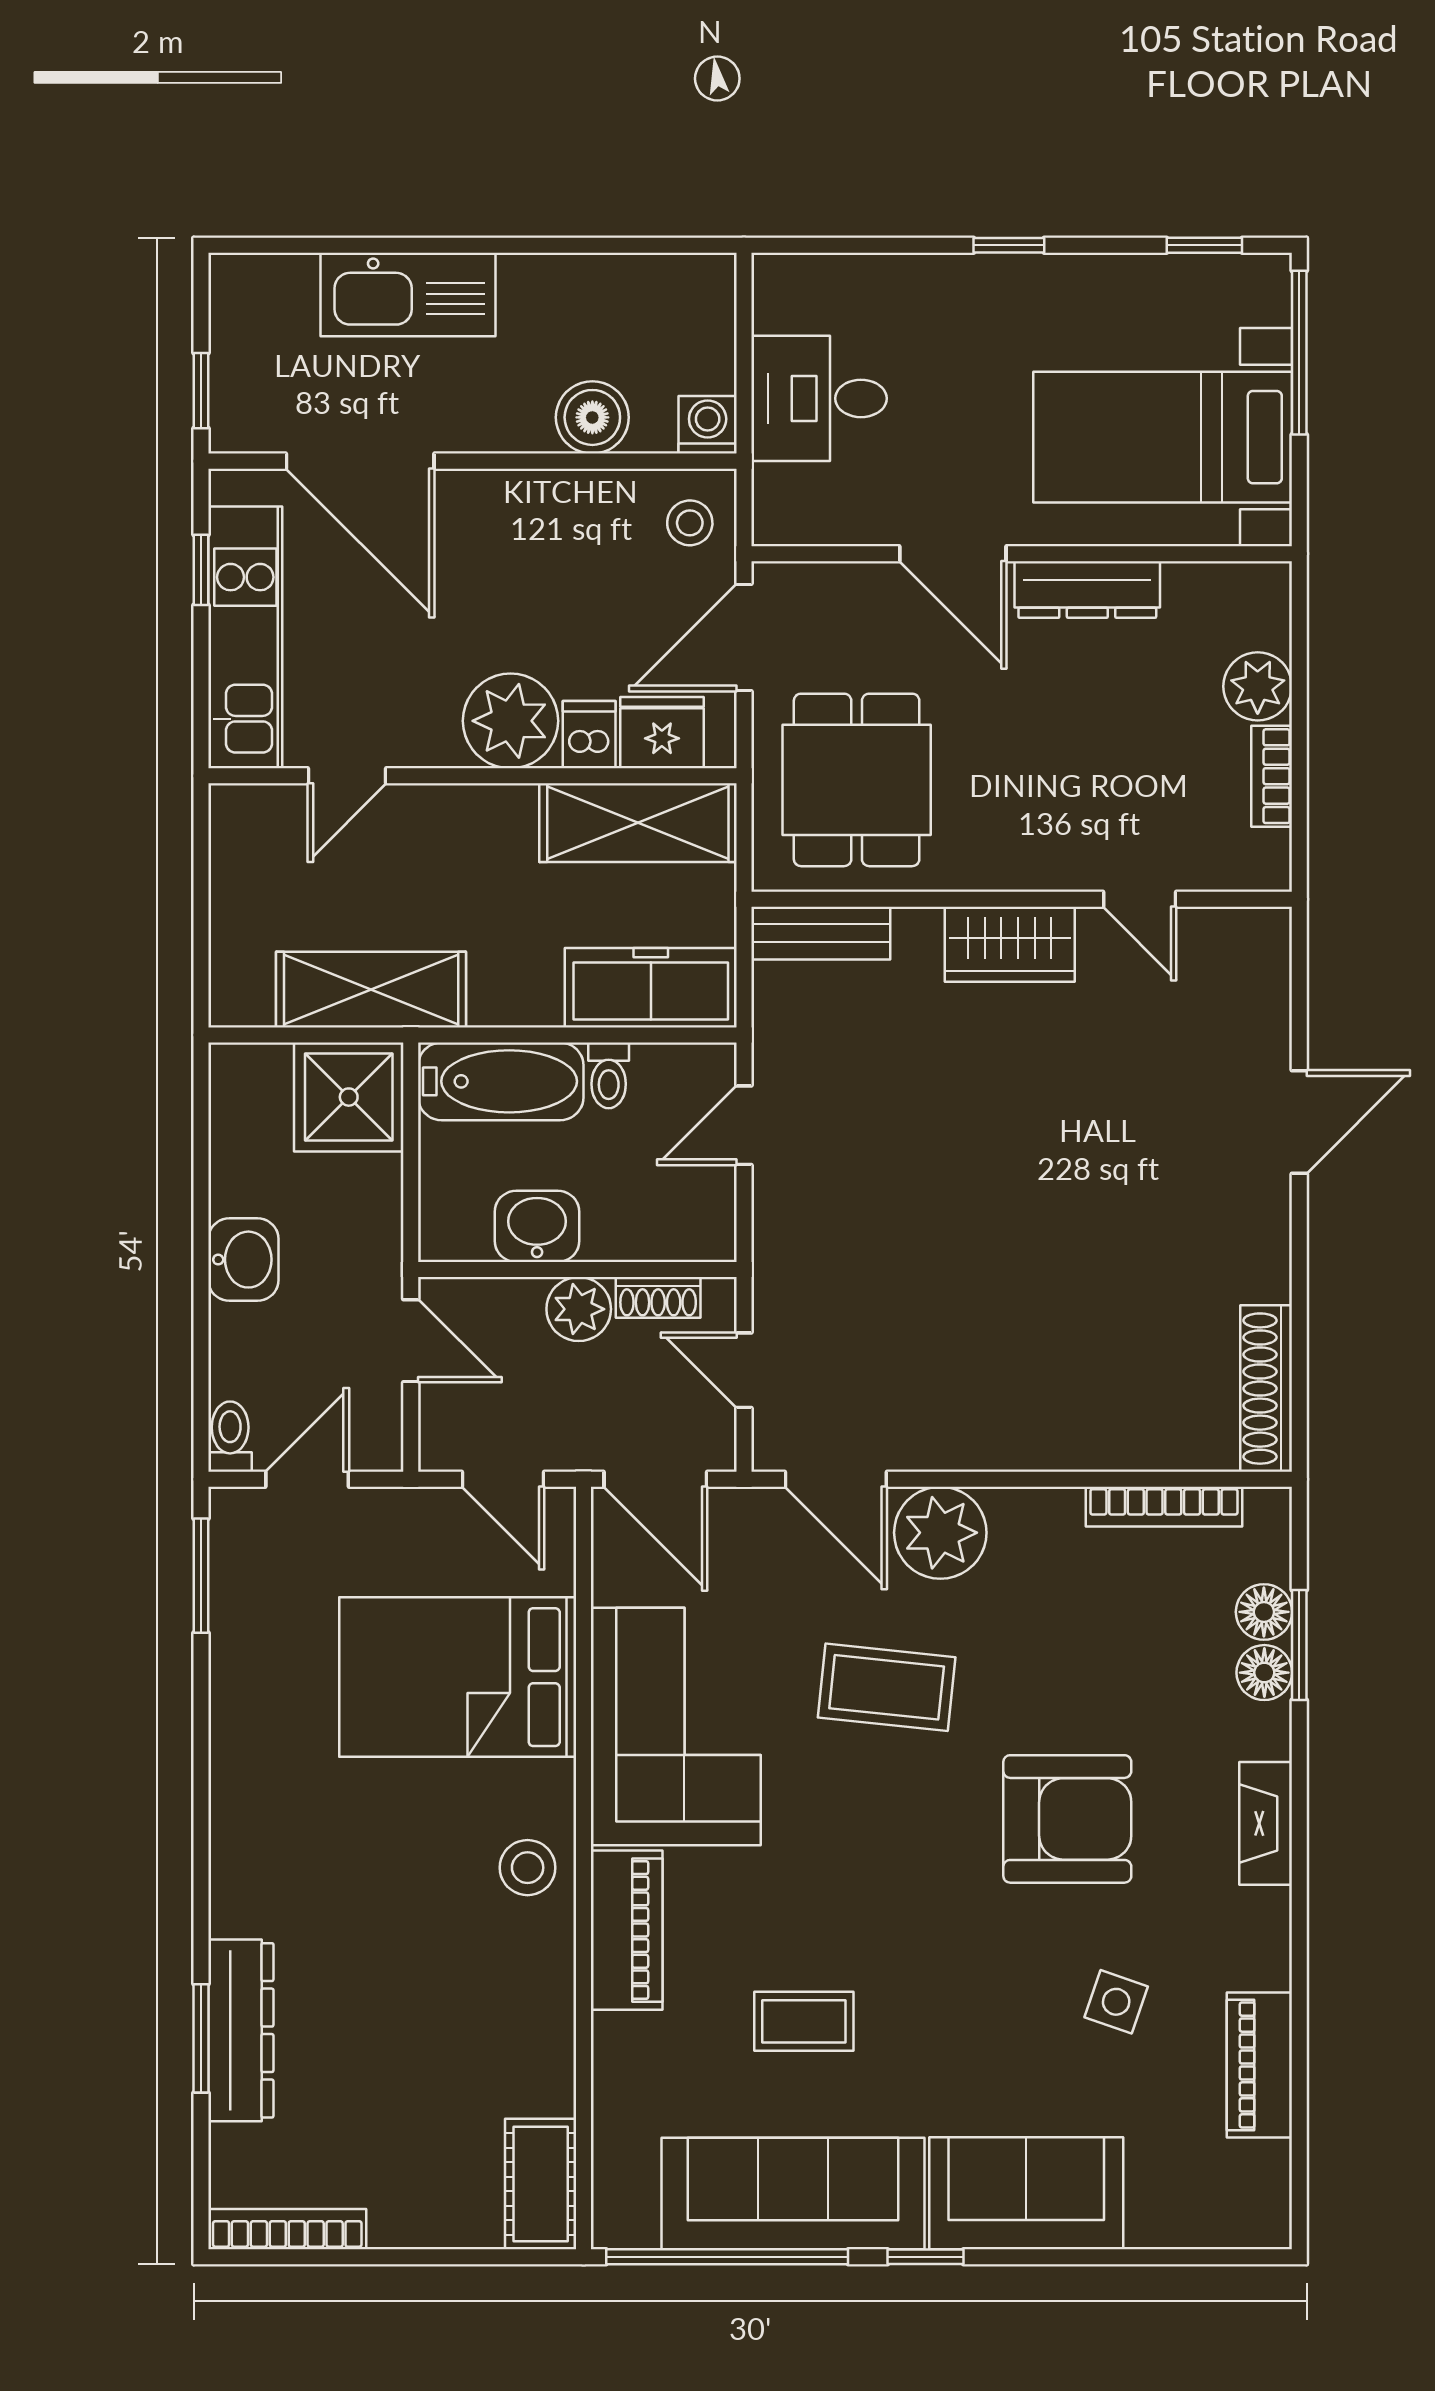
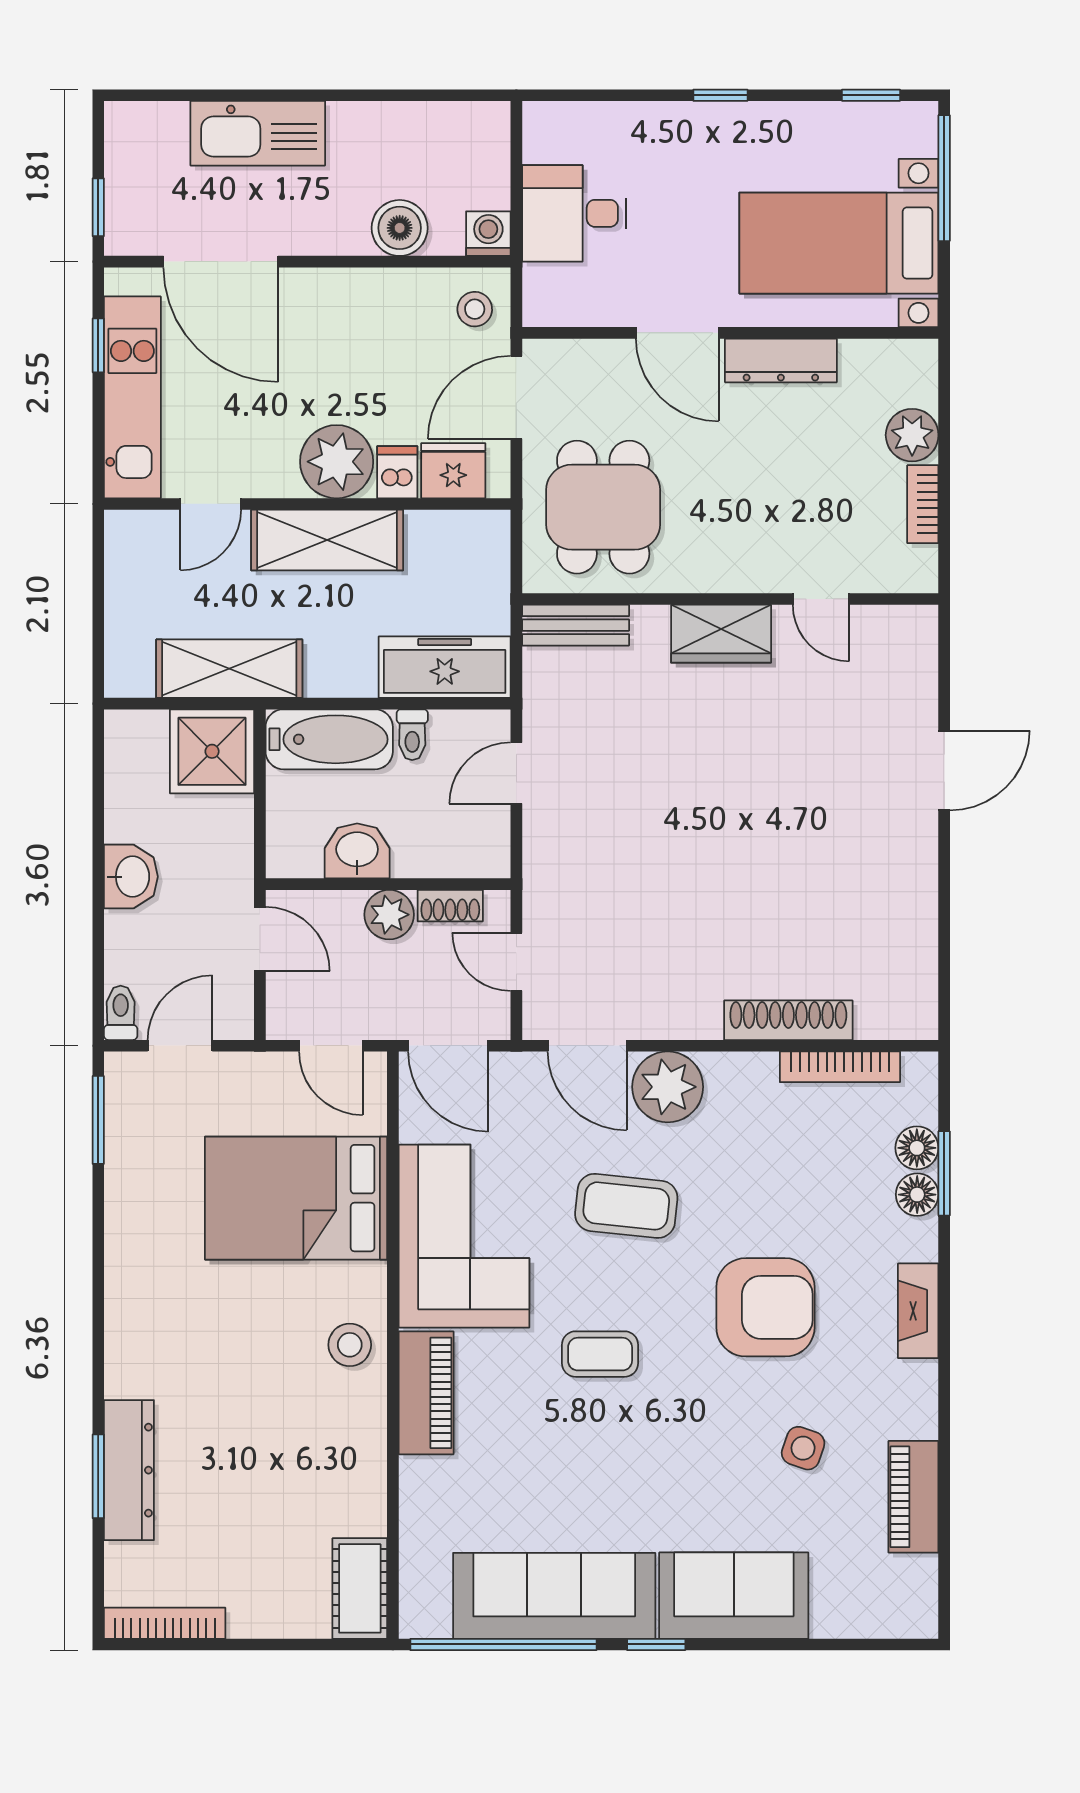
shelving: (638, 823) -> (327, 540), moved
shoe rack: (1266, 1389) -> (788, 1020), moved, turned 90
coffee table: (804, 2021) -> (600, 1354), moved

